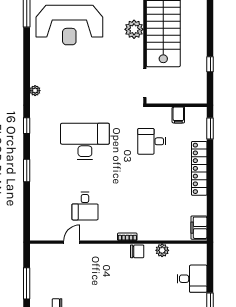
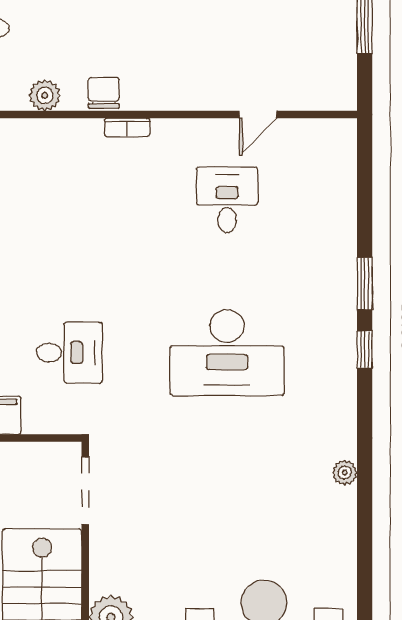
window: (27, 126) -> (365, 350), moved
chair: (137, 251) -> (104, 93), turned 90

